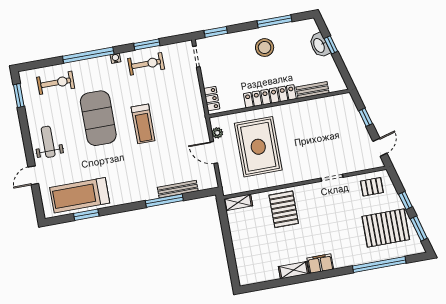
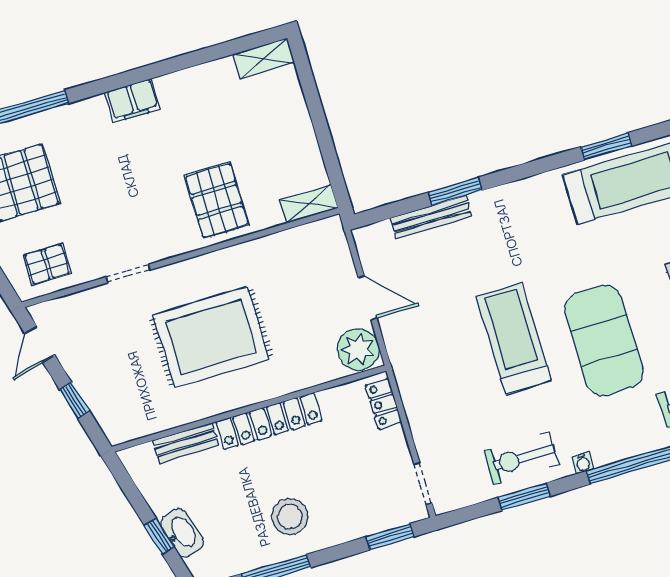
treadmill: (143, 124) -> (514, 339), width x1.37, depth x1.38
plant: (217, 133) -> (358, 349), width x1.87, depth x1.87
rug: (258, 147) -> (211, 337), moved, turned 90
window: (164, 201) -> (455, 191), width x0.69
shelving: (294, 270) -> (264, 58), moved

